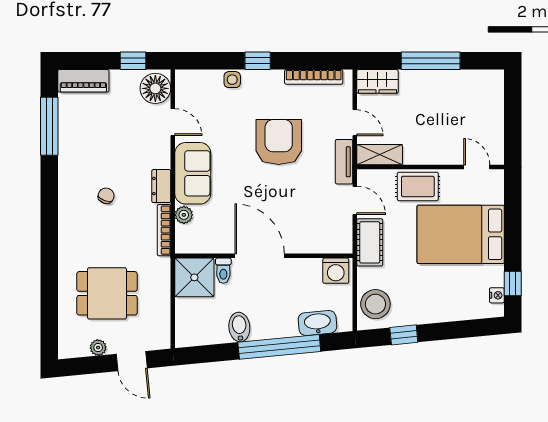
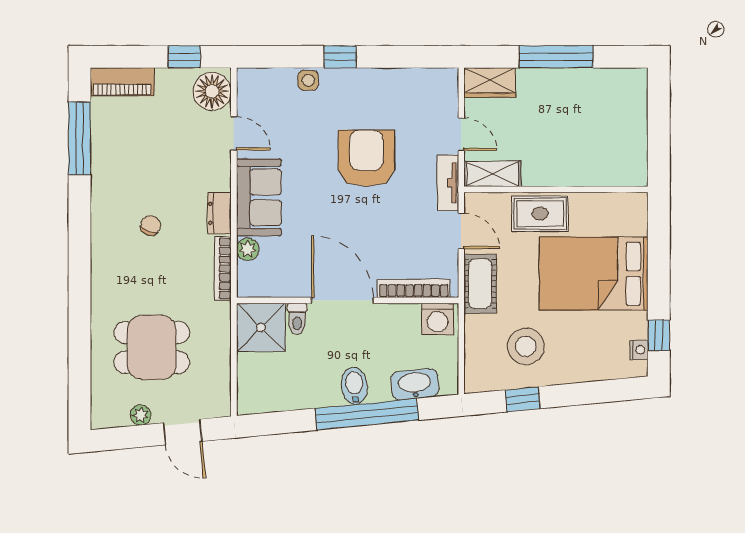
bookcase: (314, 77) -> (414, 288), moved, turned 180
door: (477, 167) -> (614, 189), removed
stool: (375, 304) -> (526, 346), moved
bidet: (239, 327) -> (354, 386), moved

